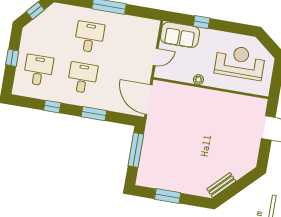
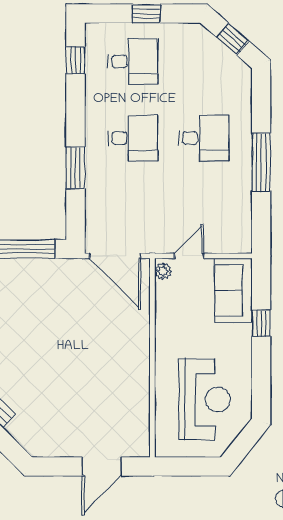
door: (156, 57) -> (189, 256), swing flipped
plant: (198, 80) -> (163, 271), moved
door: (148, 100) -> (115, 256), swing flipped
window: (52, 107) -> (75, 60), moved

